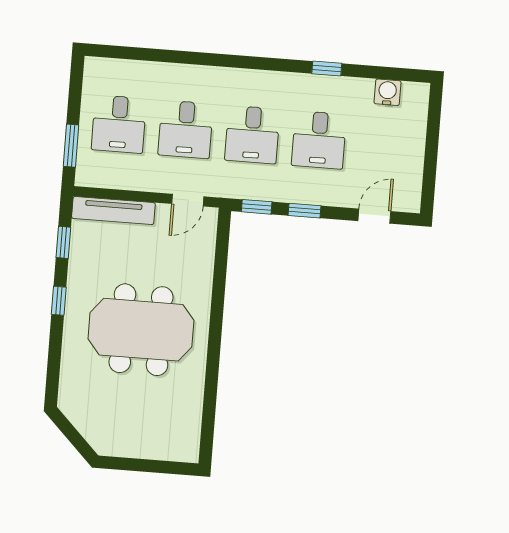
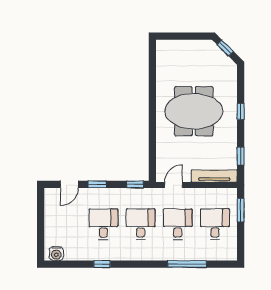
window: (174, 57) -> (187, 264), added
water cooler: (387, 92) -> (56, 254), moved
window: (304, 211) -> (97, 184), moved
window: (59, 301) -> (241, 111), moved
window: (76, 439) -> (225, 48), added

